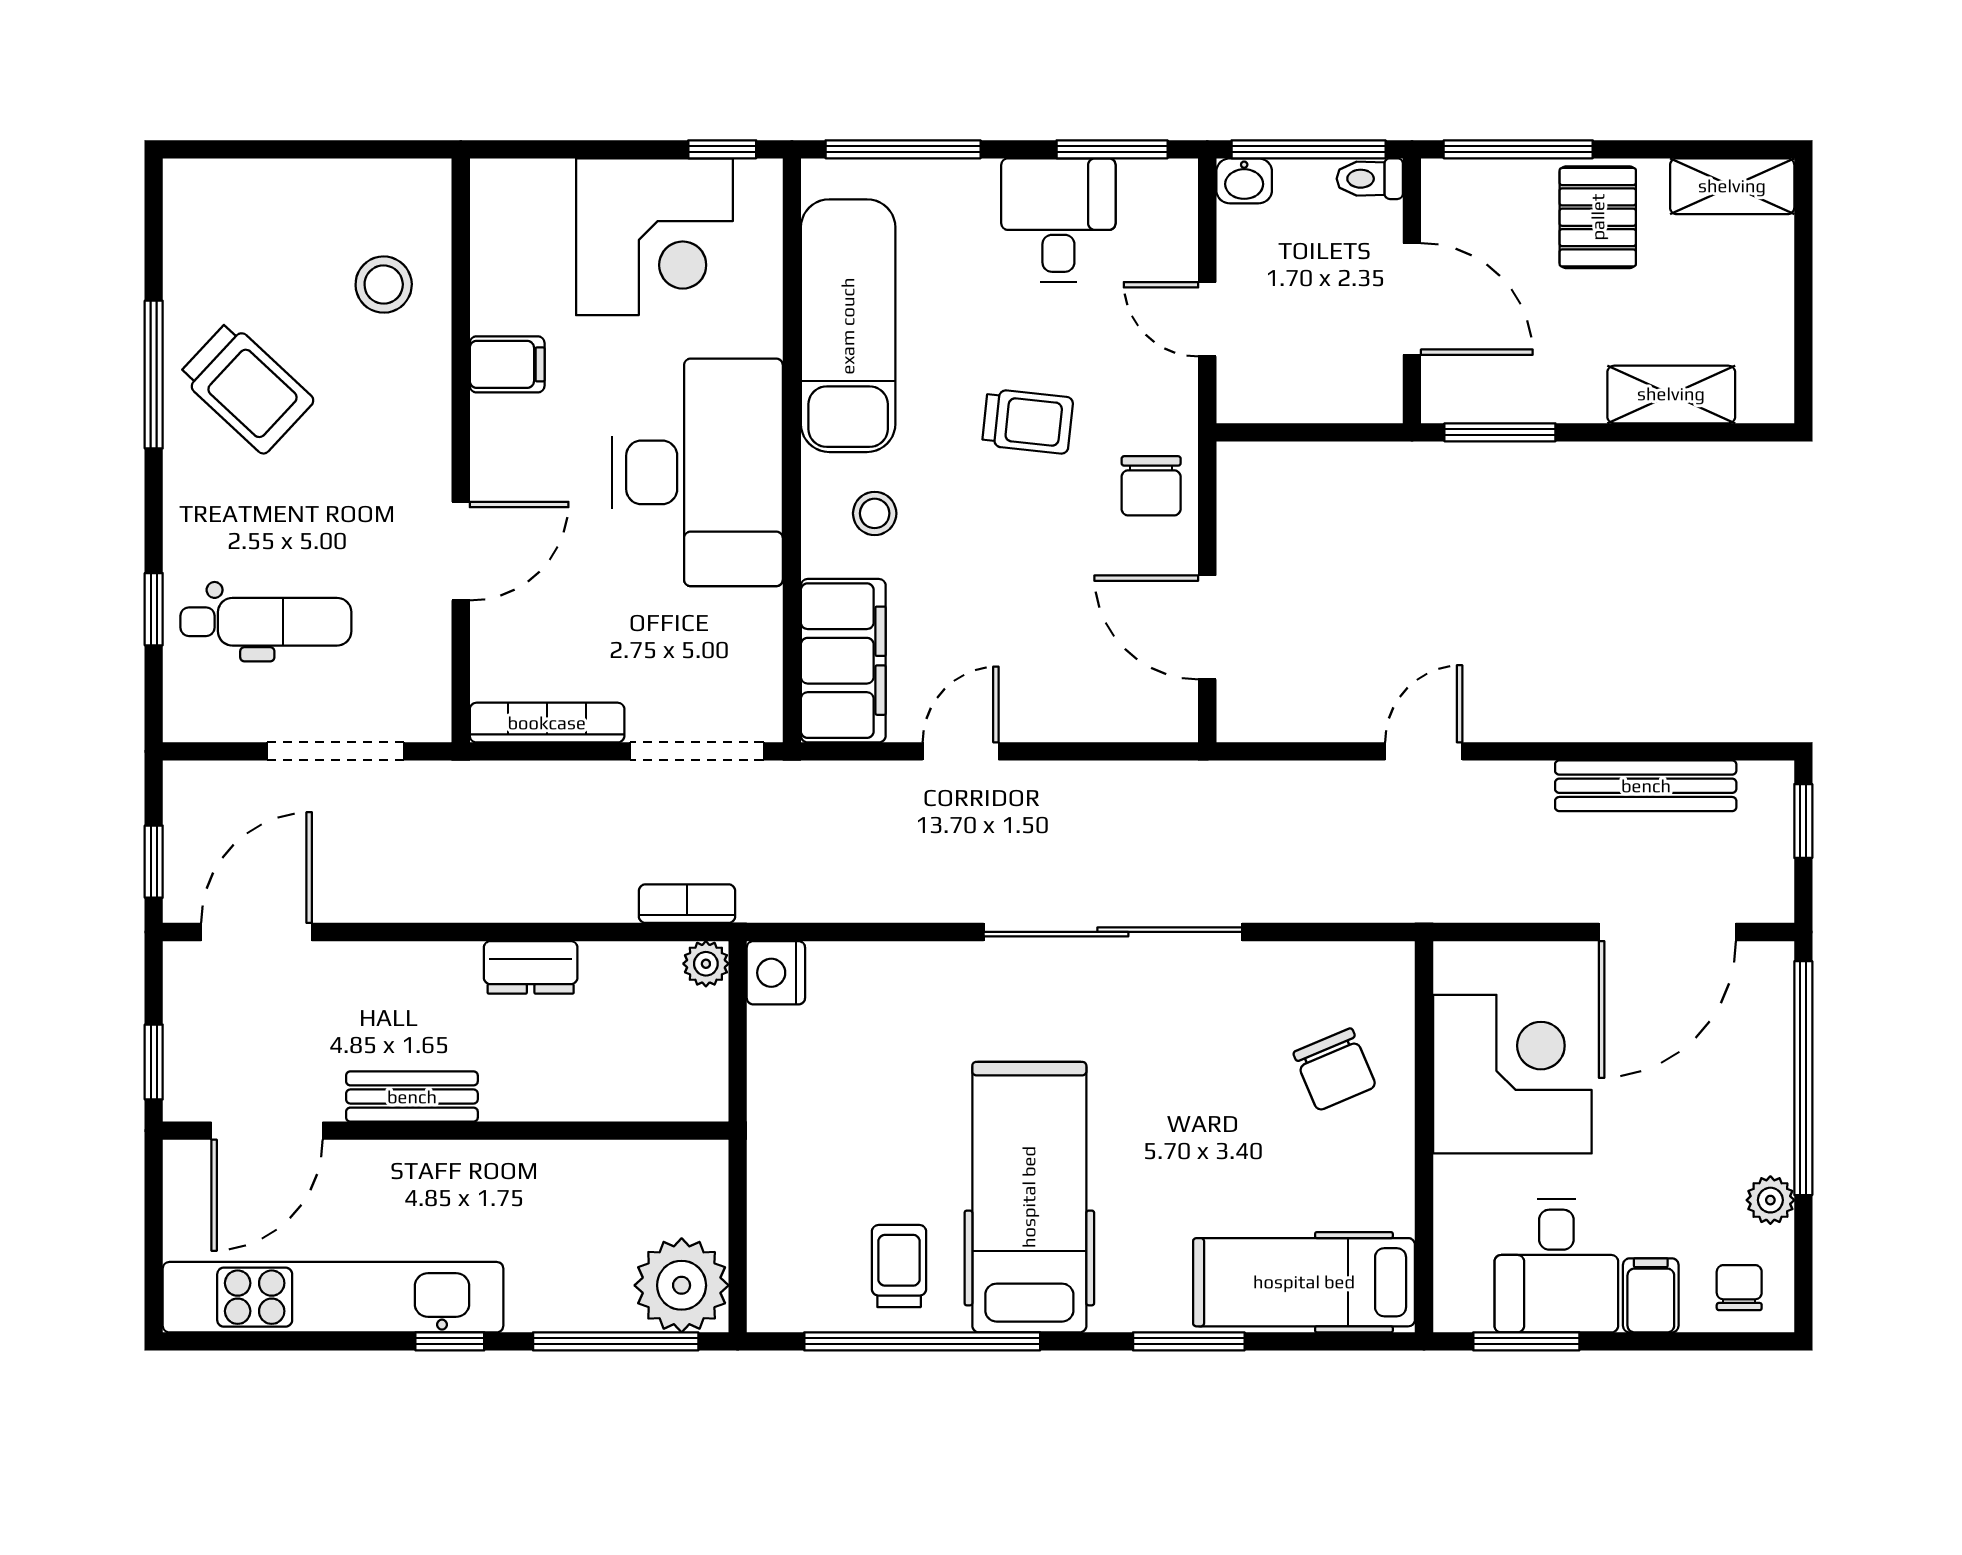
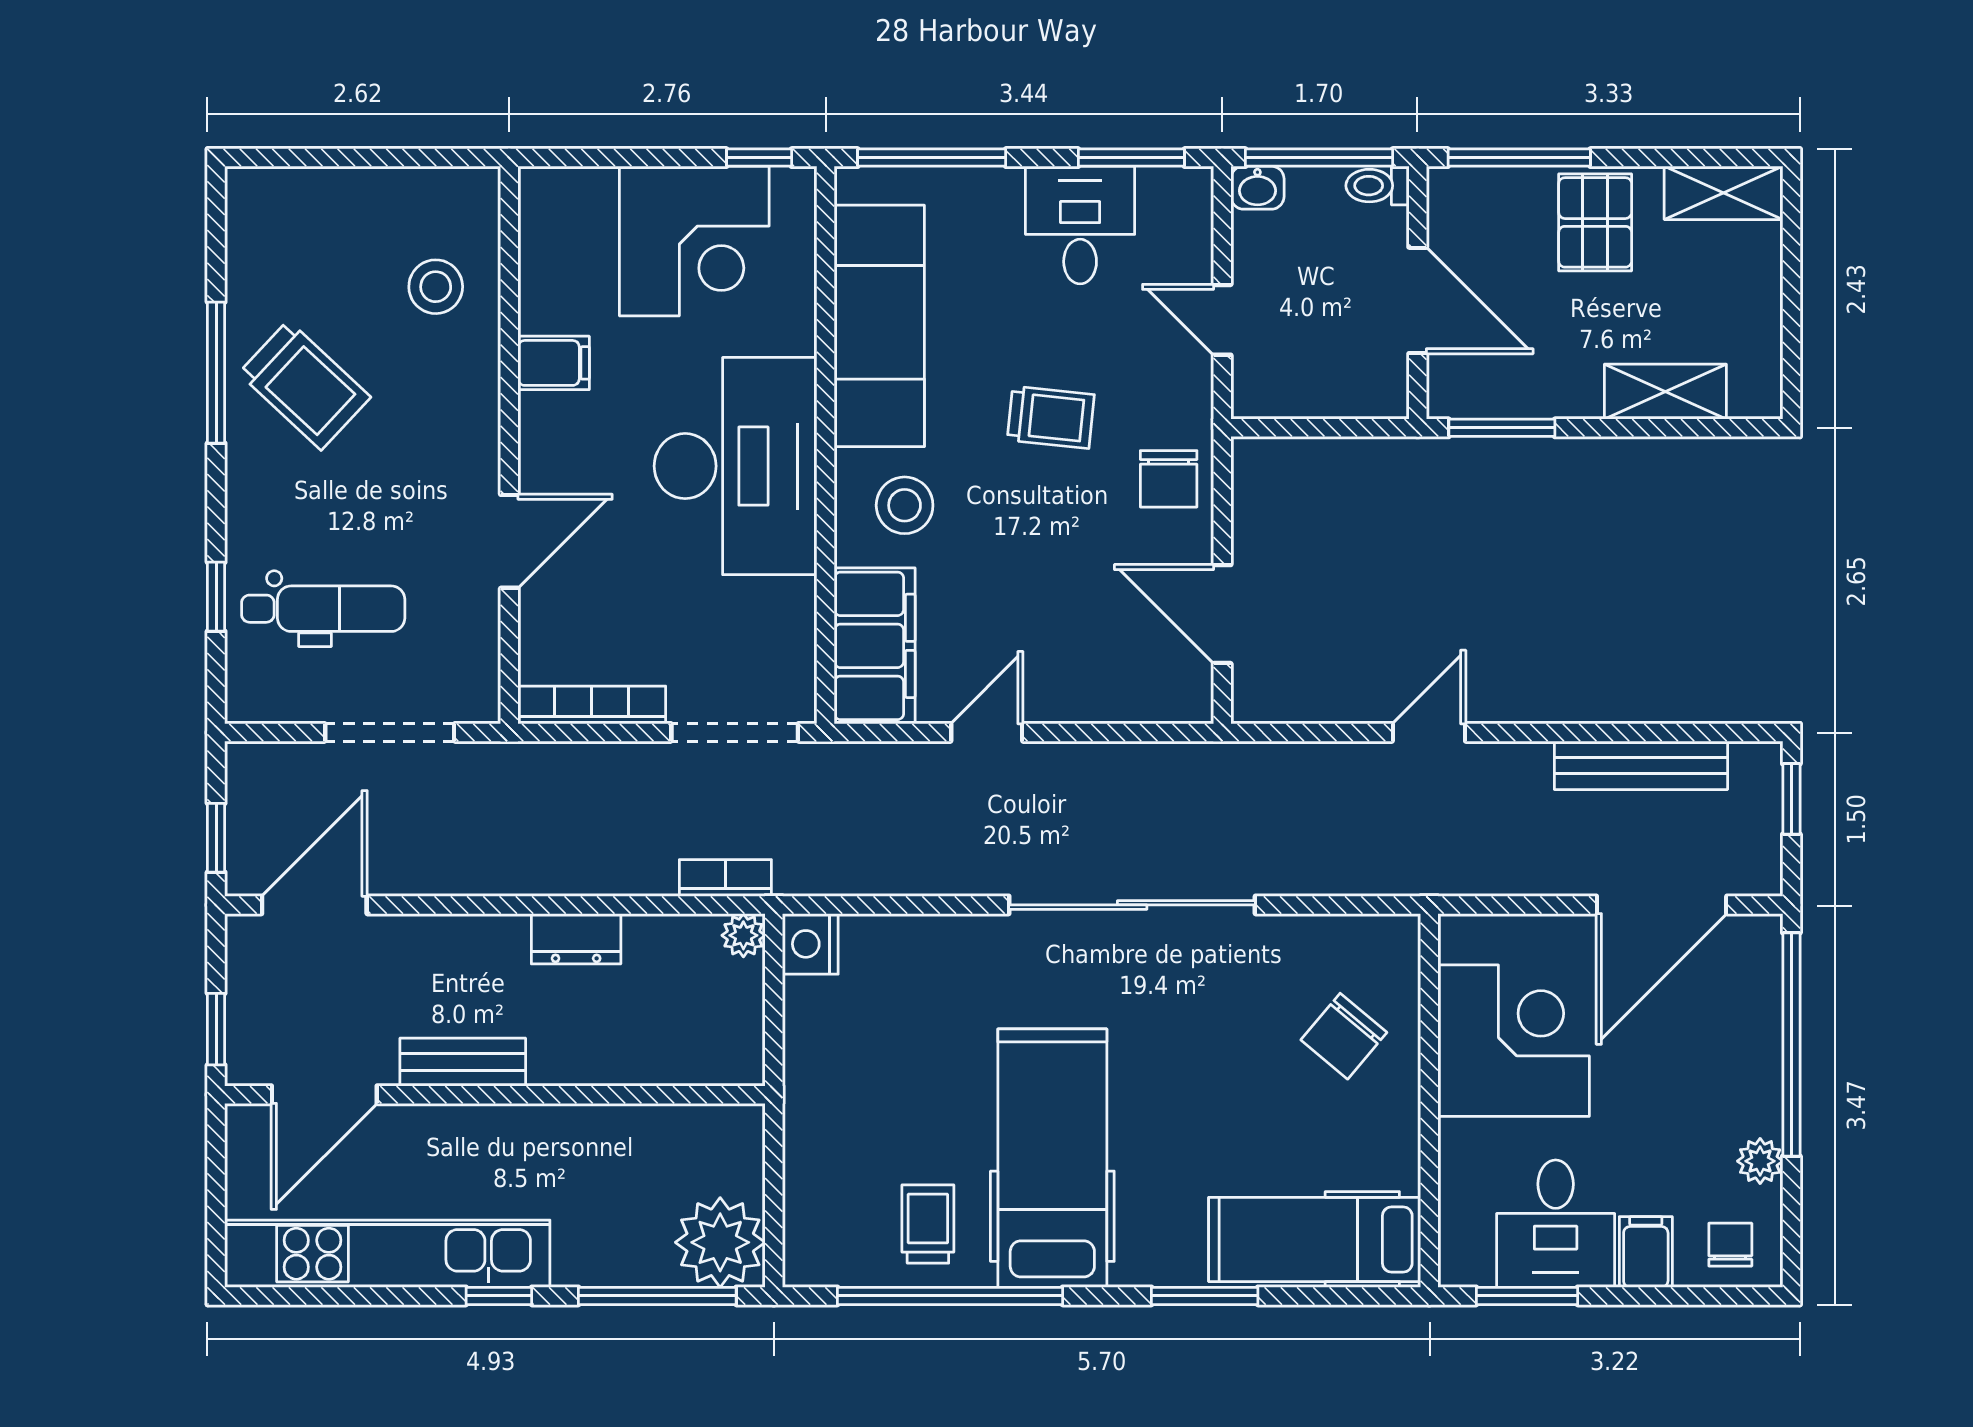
stool: (875, 513) -> (905, 505), width x1.37, depth x1.37
chair: (1335, 1069) -> (1344, 1036), turned 63

